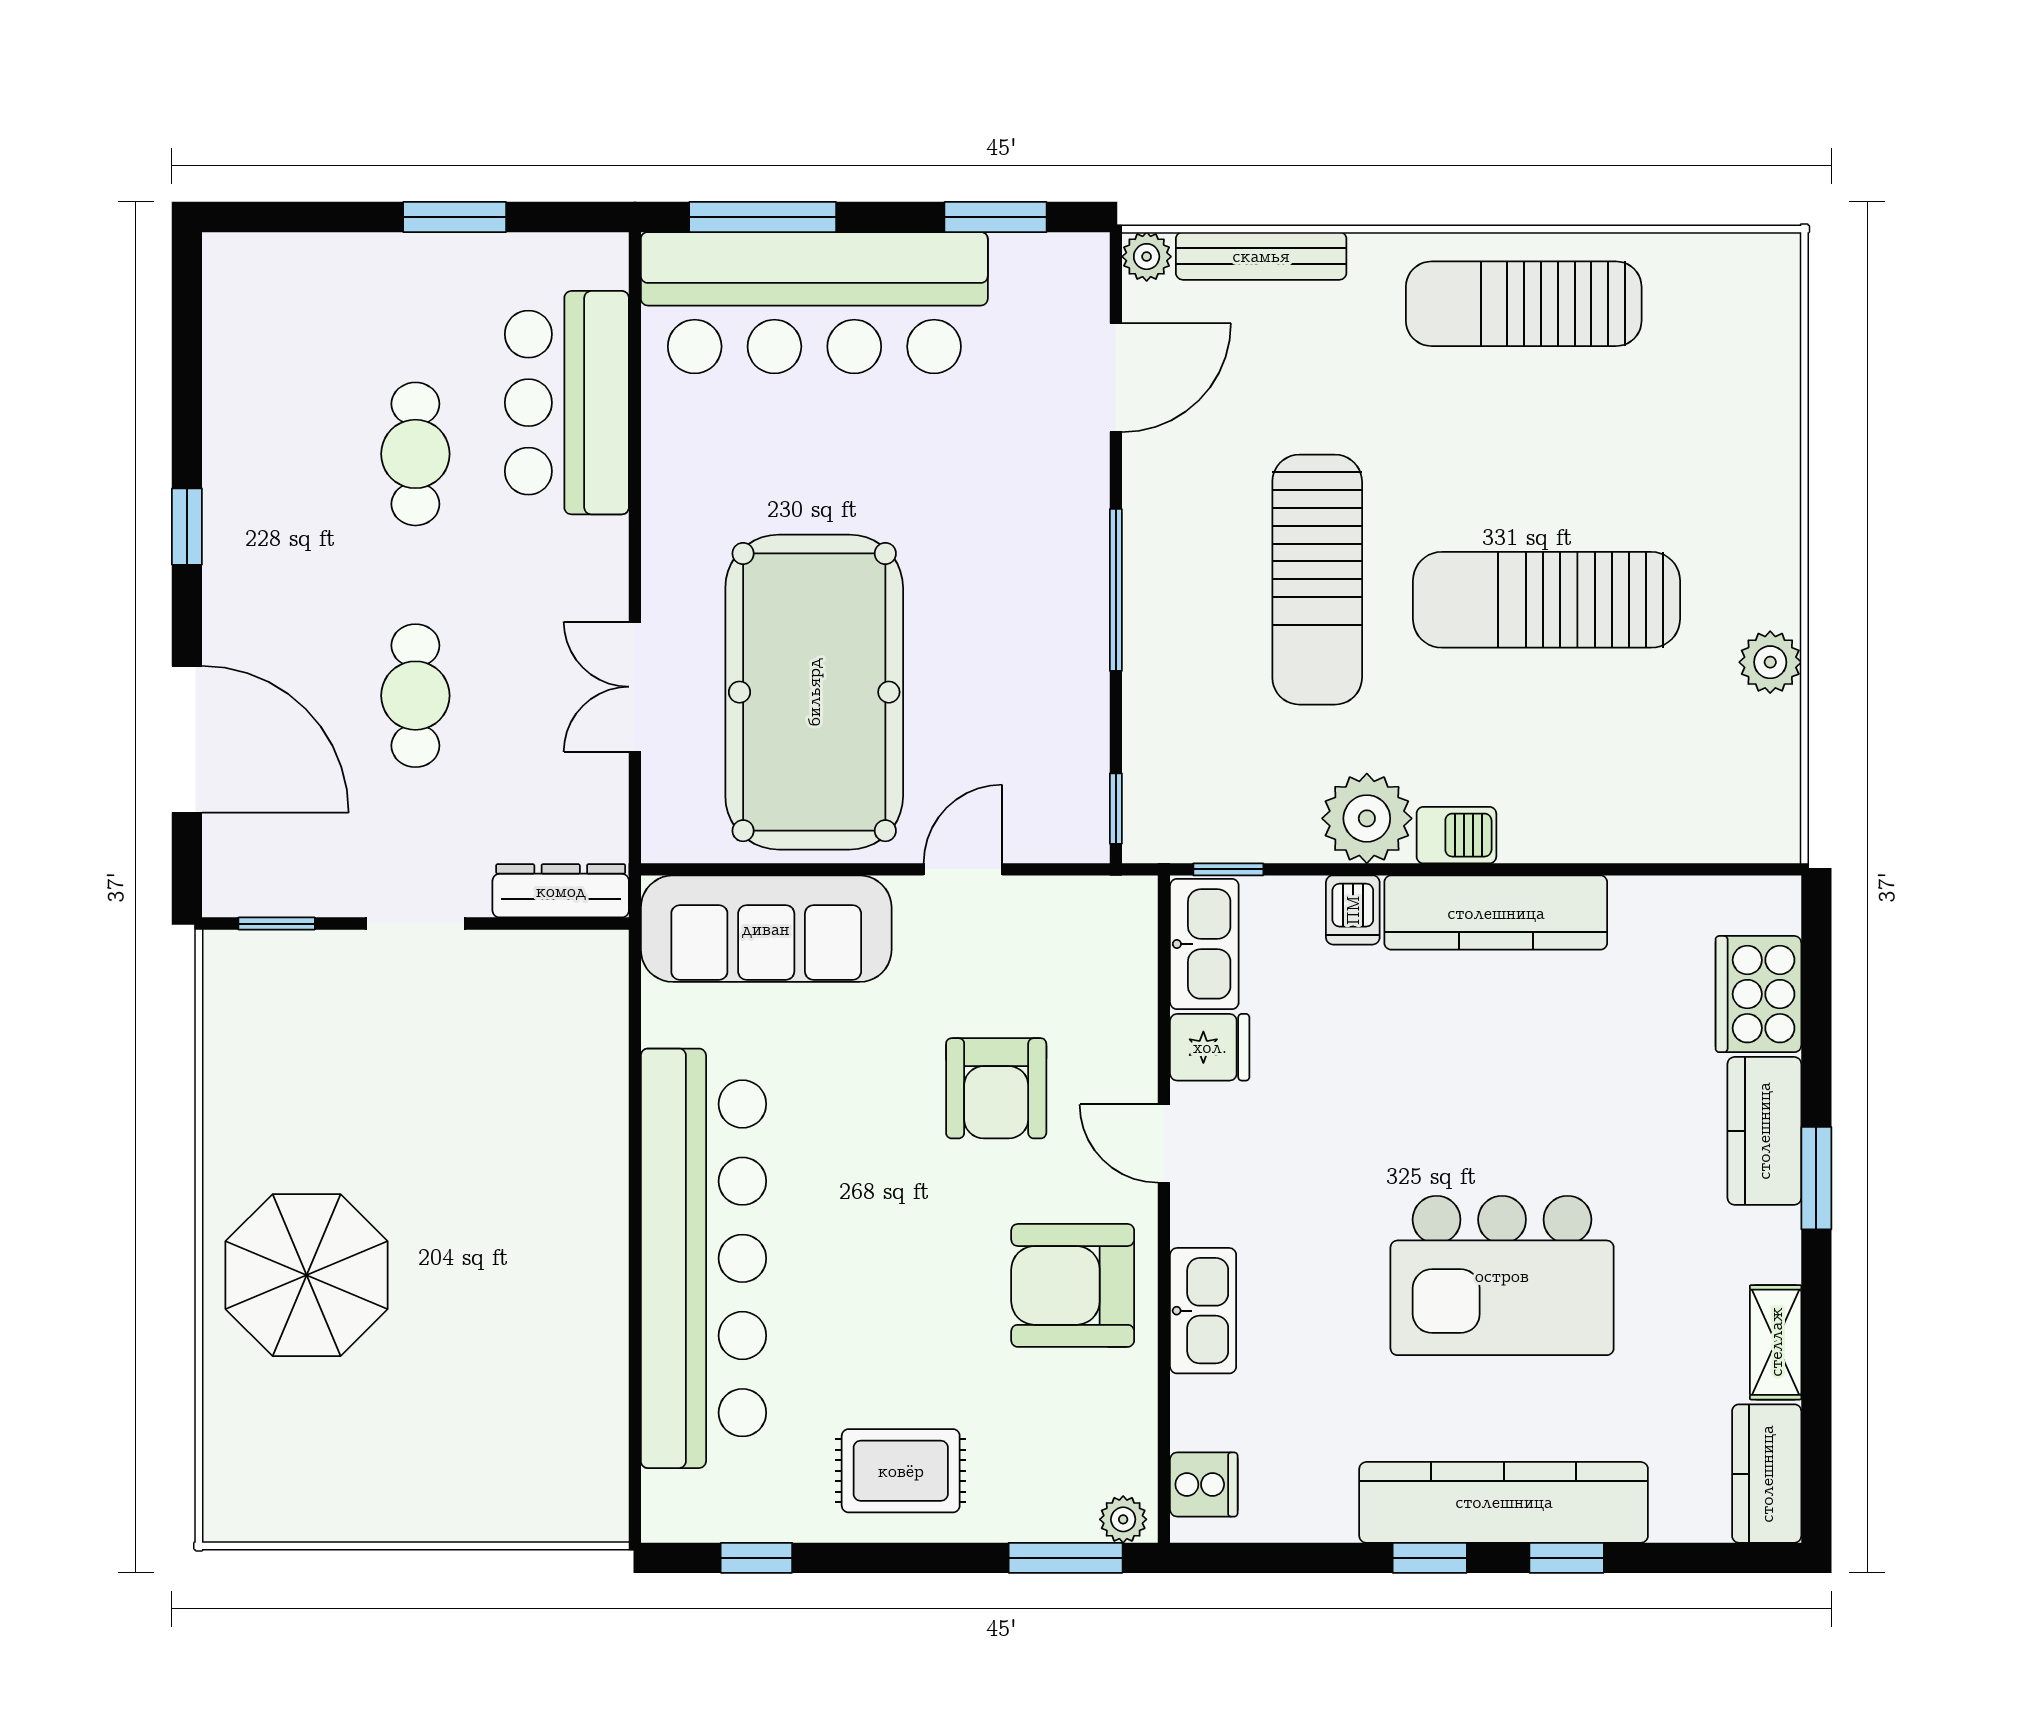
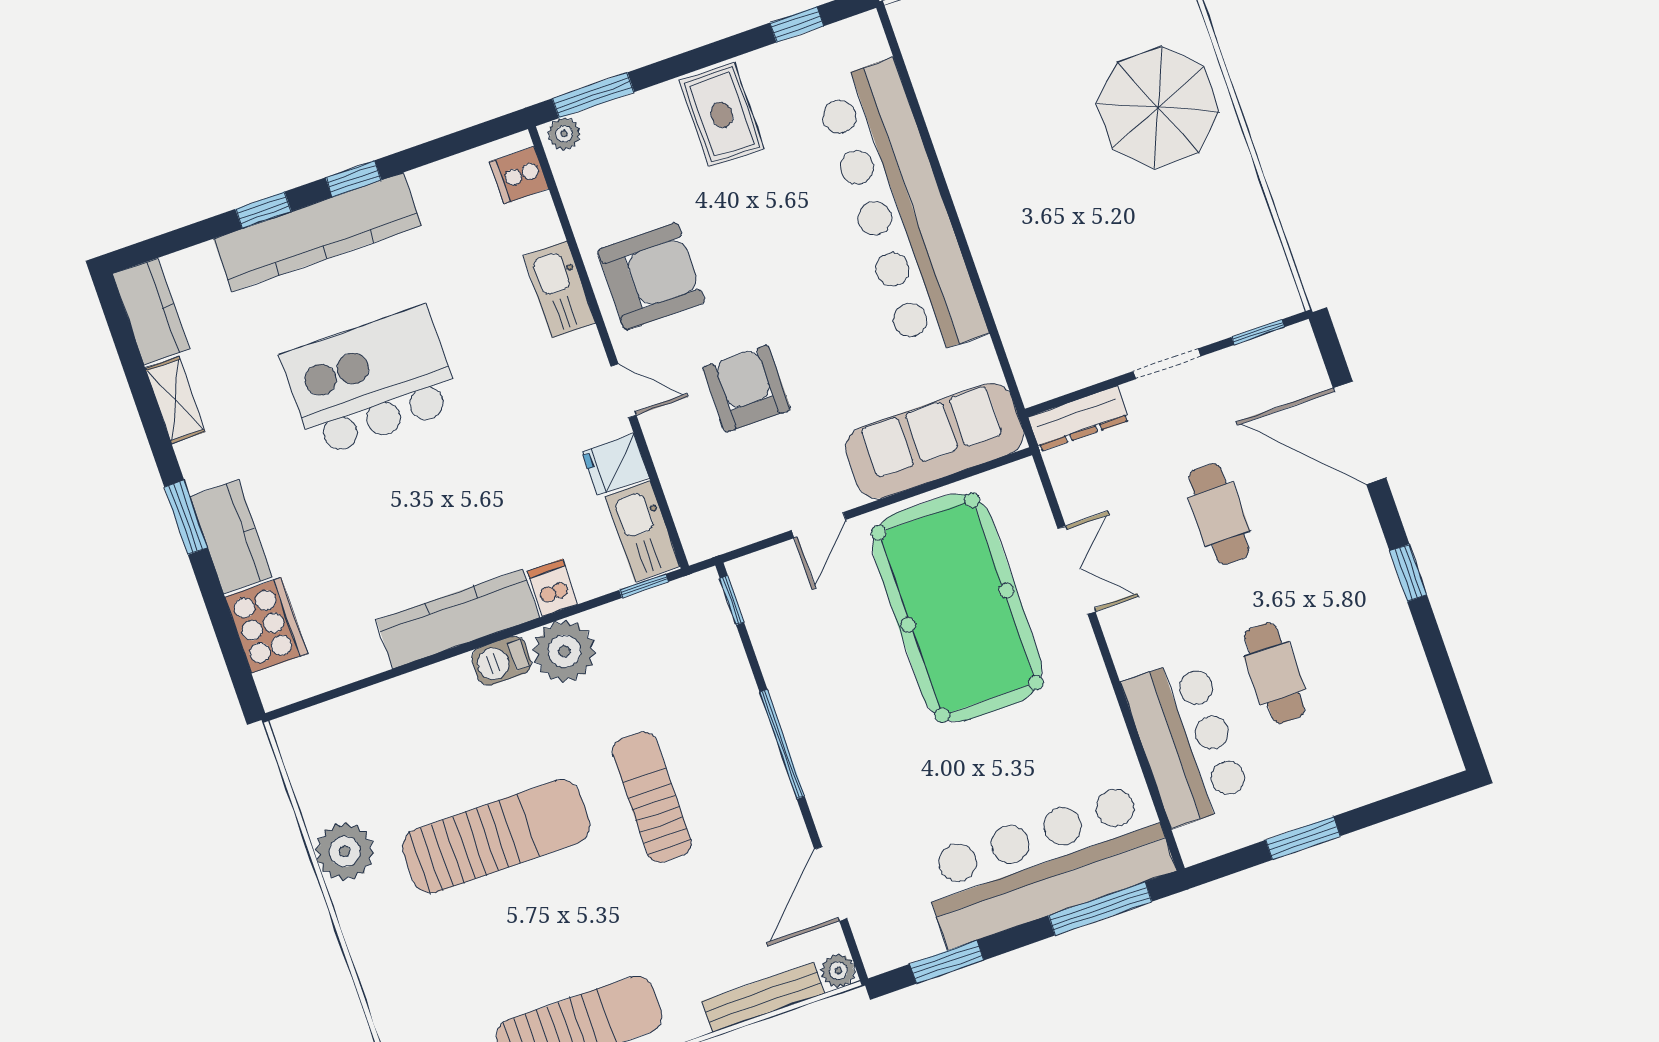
sun lounger: (1317, 580) -> (652, 797), width x0.73, depth x0.75
plant: (1770, 662) -> (345, 851), width x1.36, depth x1.36
rug: (901, 1471) -> (722, 115), turned 90

